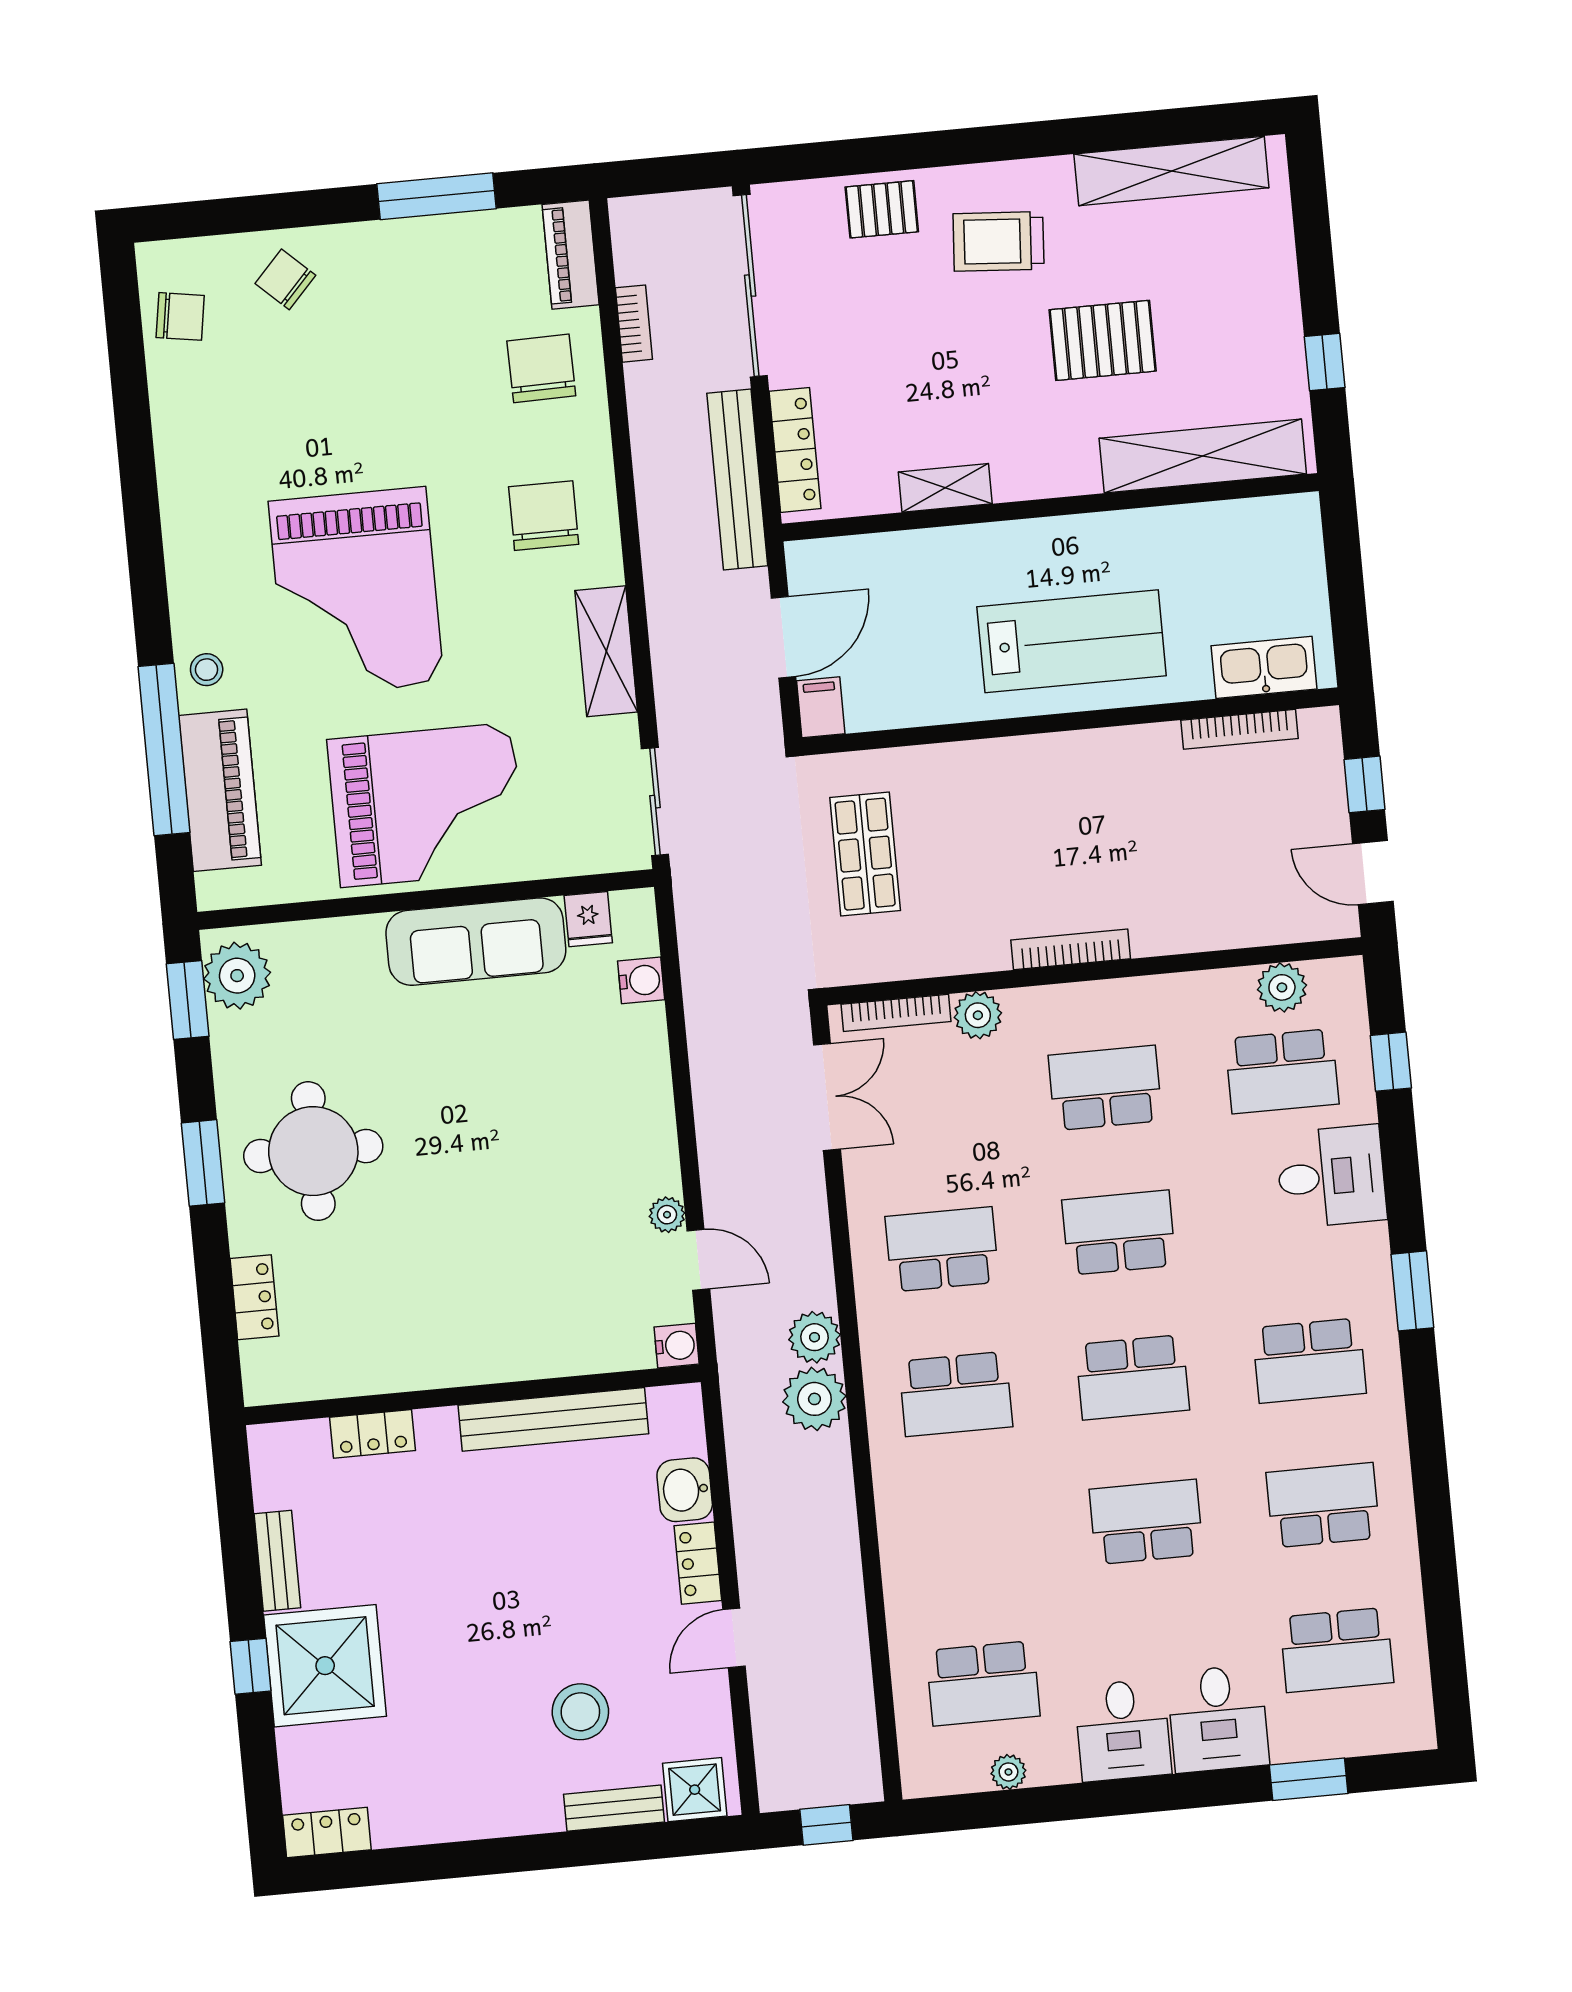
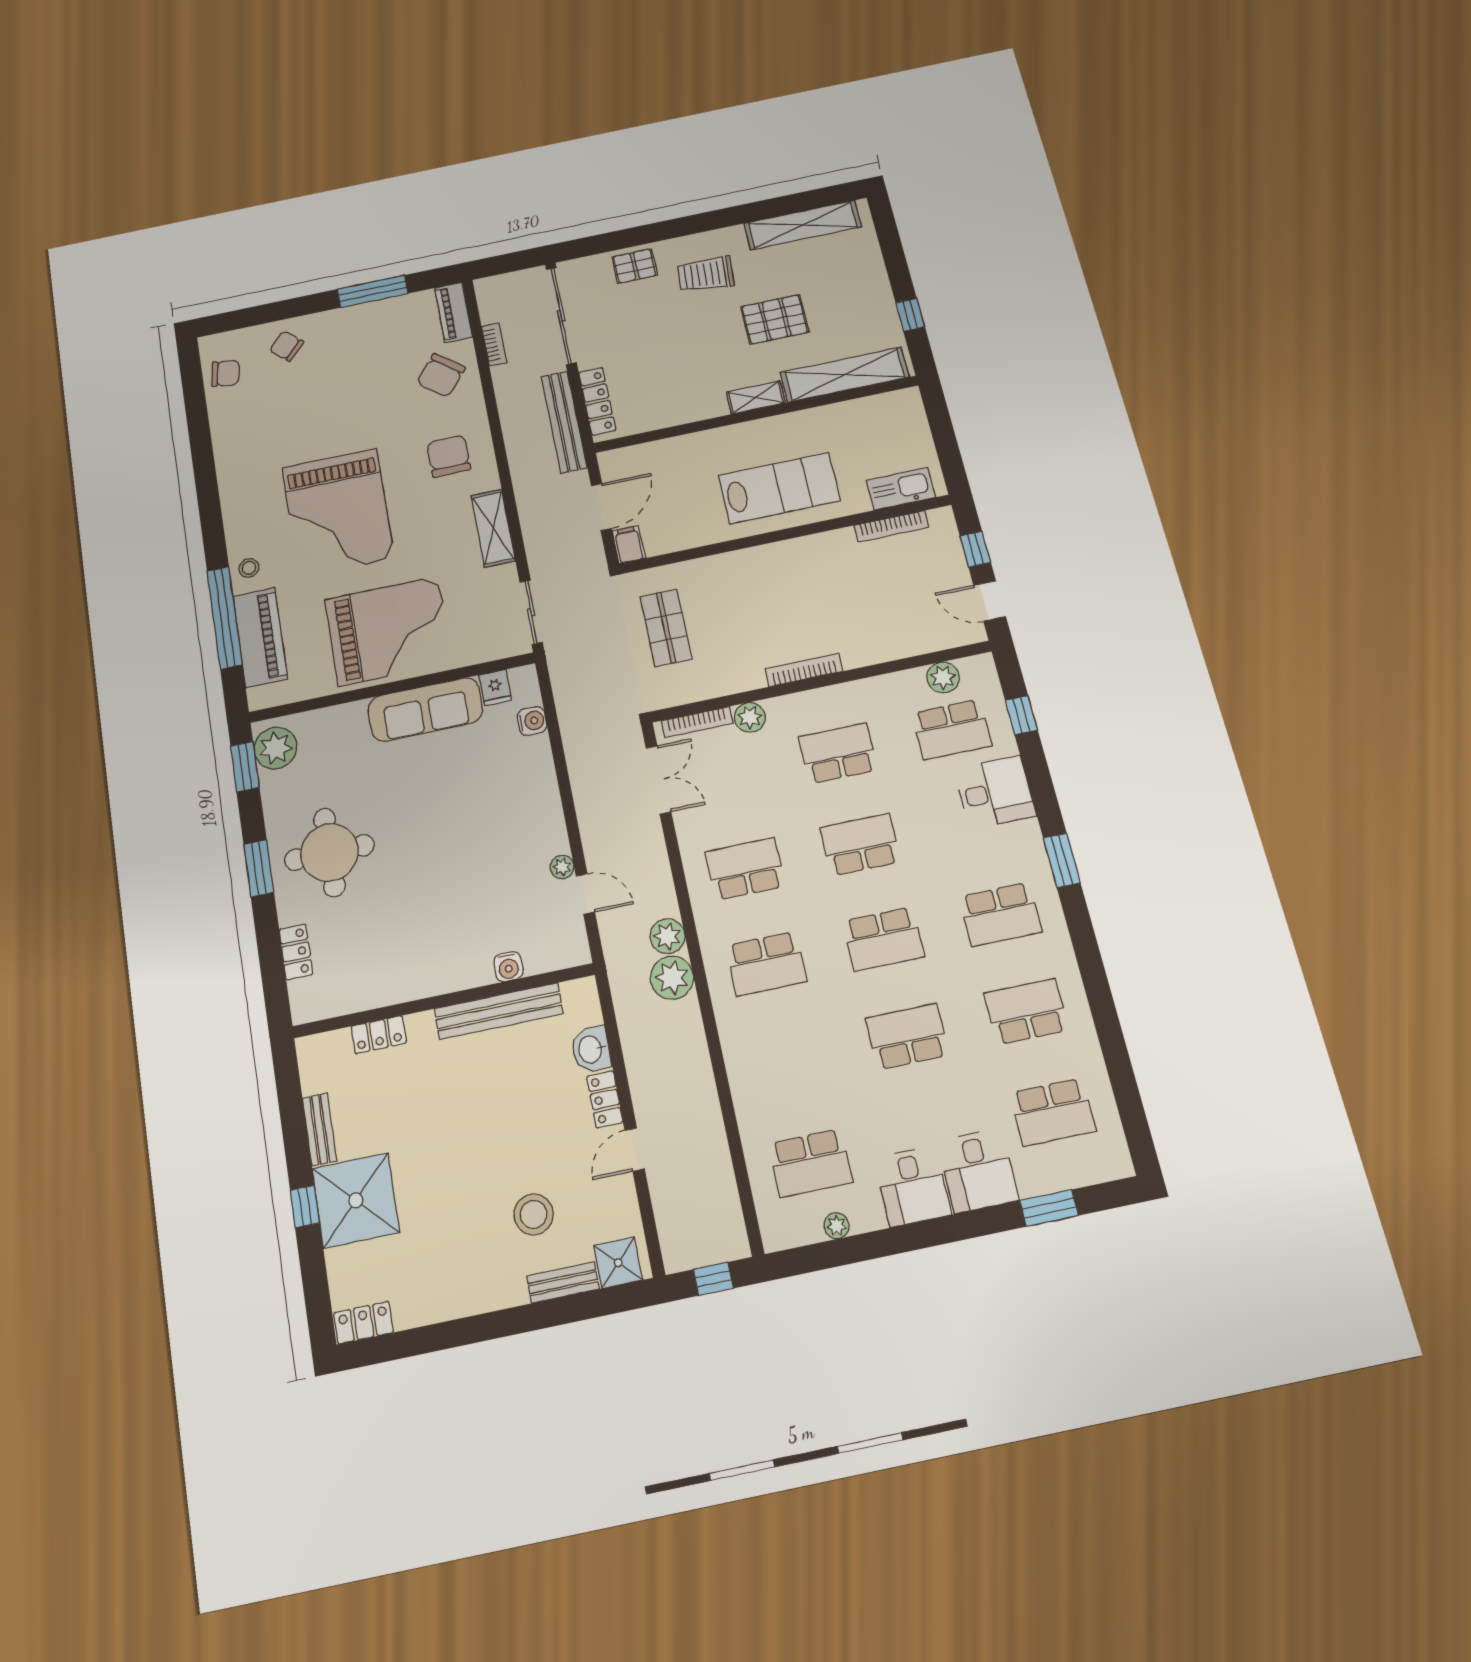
chair: (541, 368) -> (441, 375), turned -140
shelving: (945, 488) -> (756, 398), moved
water cooler: (677, 1346) -> (508, 967), moved, turned 90

